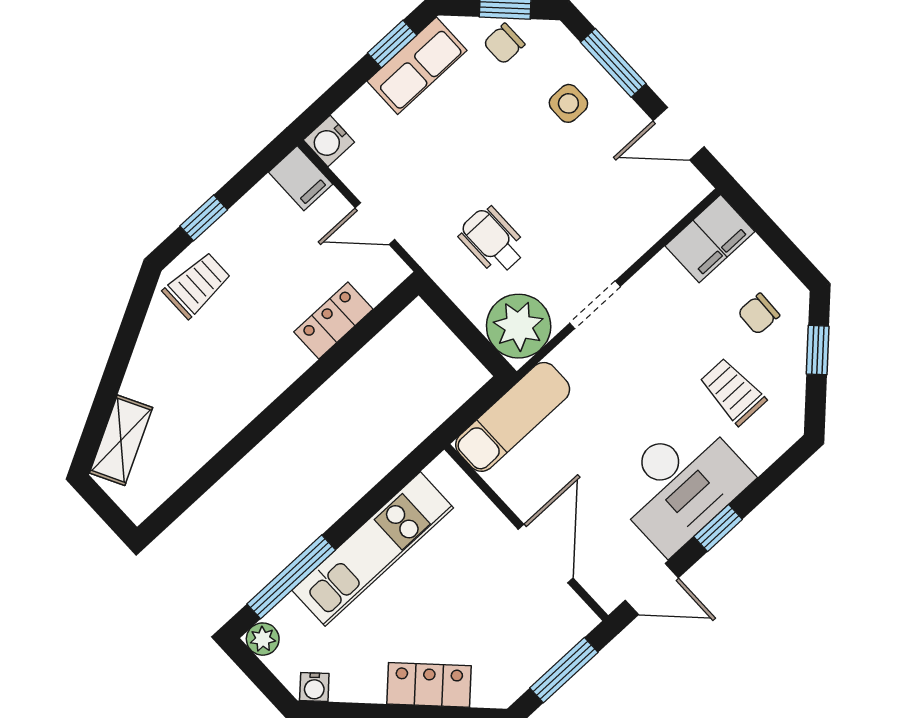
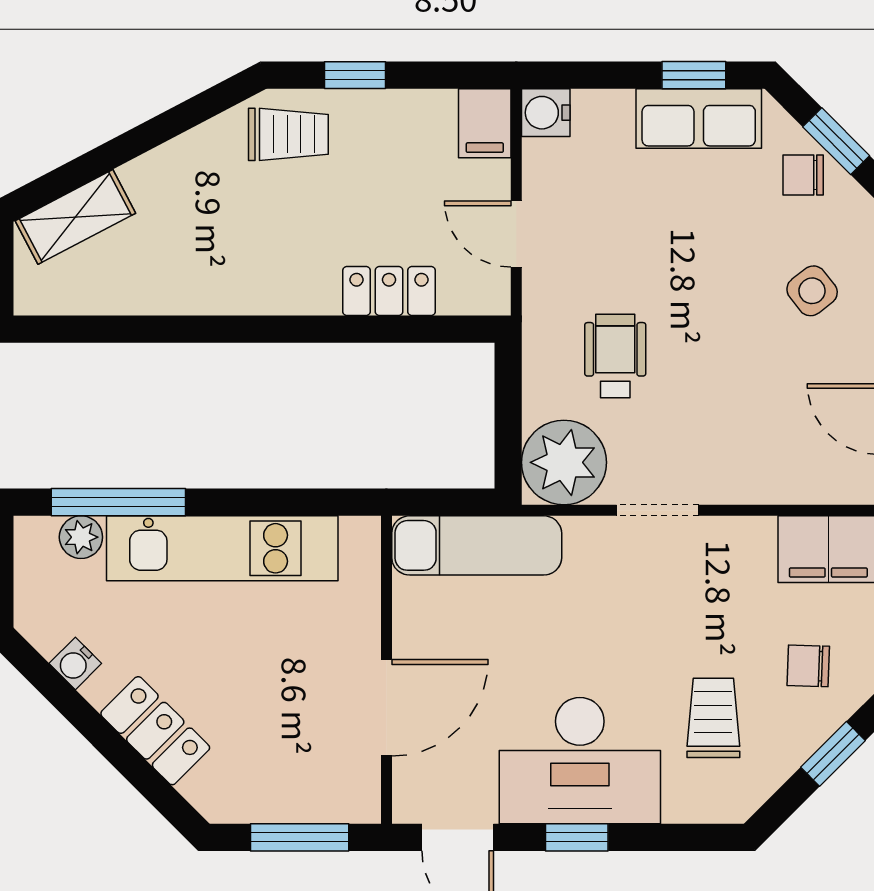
side table: (568, 103) -> (812, 291), turned -38
plant: (263, 639) -> (81, 537), moved
water cooler: (314, 687) -> (75, 663), moved

